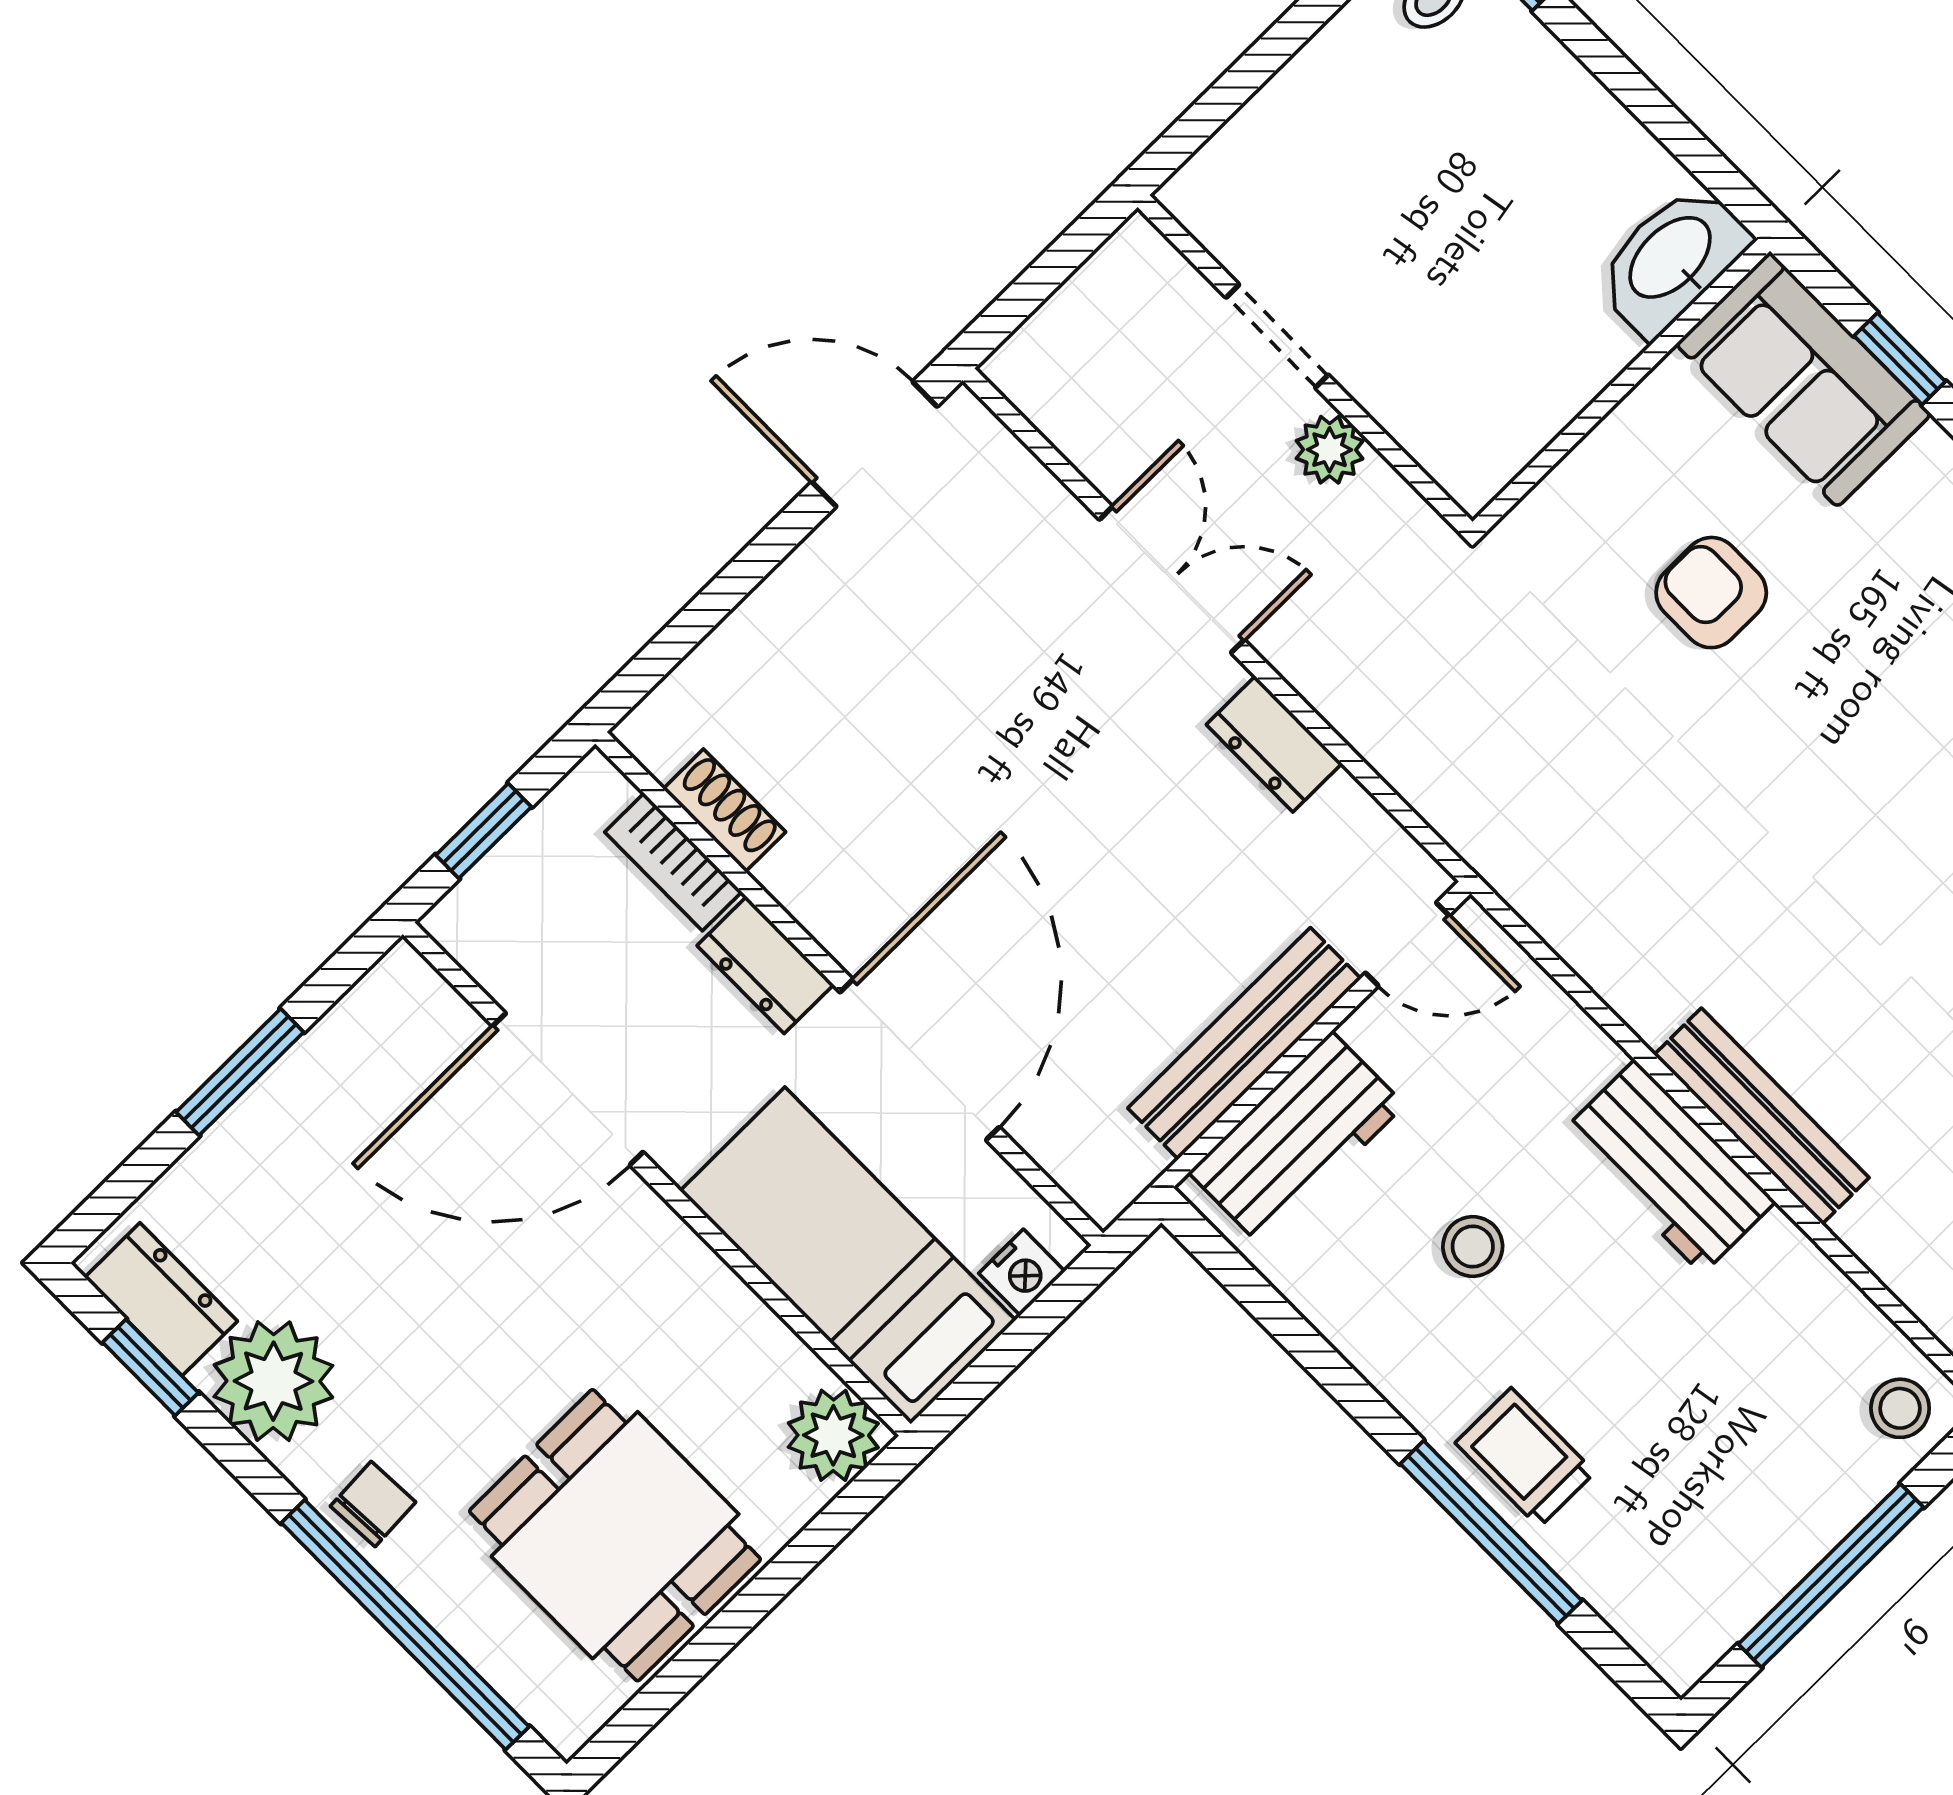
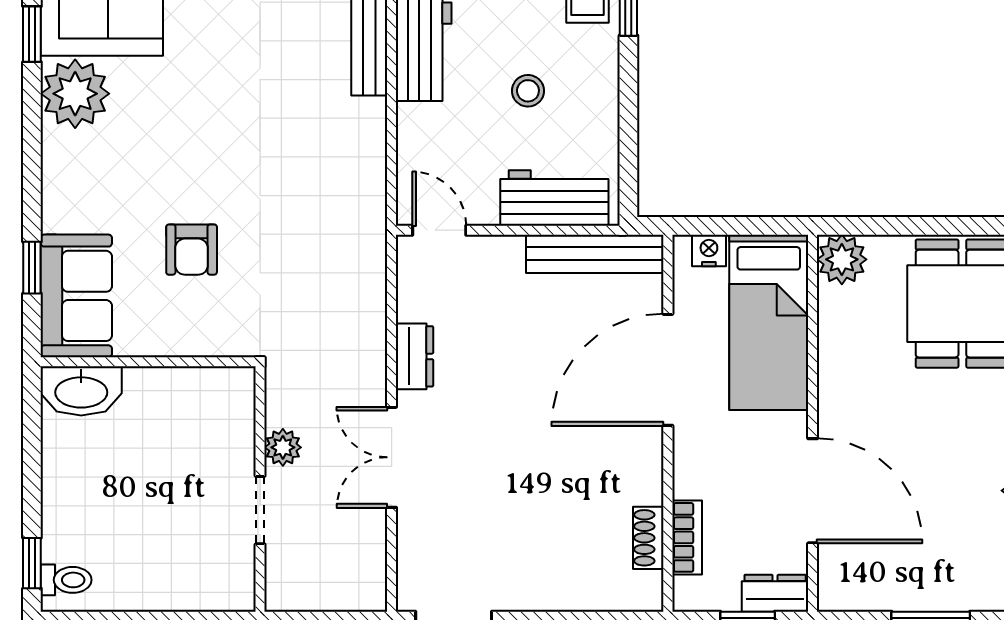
dresser: (765, 965) -> (775, 593), moved, turned -90
bench: (1244, 1043) -> (595, 254), moved

